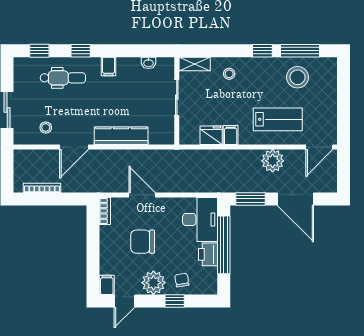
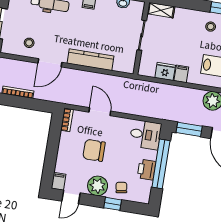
stool: (229, 74) -> (211, 27), moved
desk: (200, 219) -> (145, 135), width x0.73

